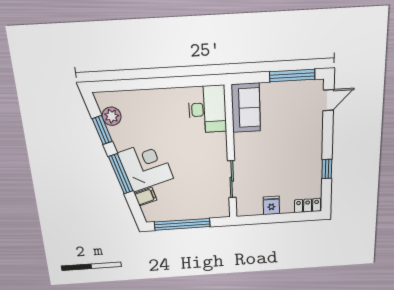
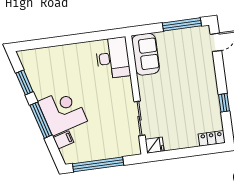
plant: (112, 116) -> (32, 70), removed
fridge: (271, 205) -> (155, 145), moved, turned 90

